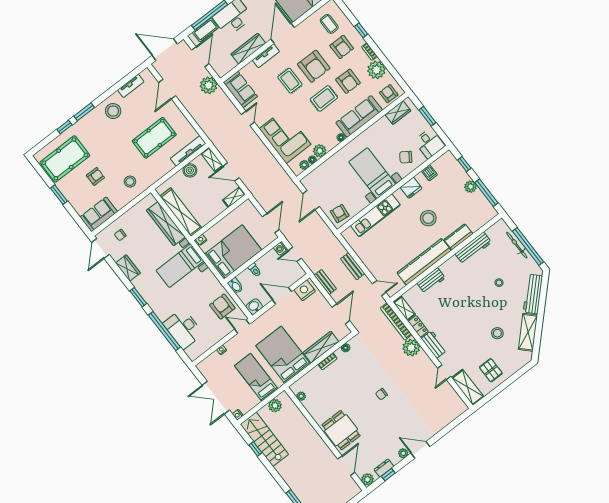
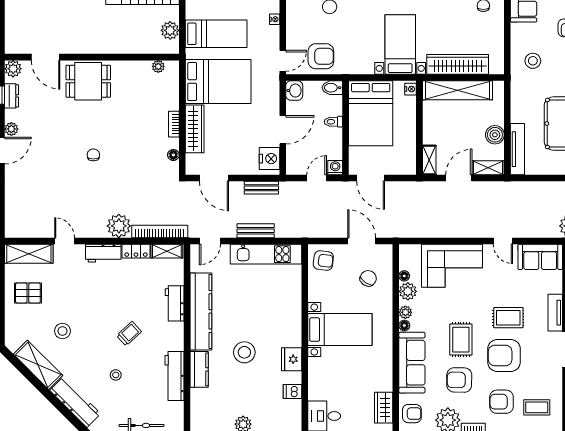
chair: (406, 157) -> (368, 278), moved
plant: (304, 165) -> (405, 312), moved
kitchen unit: (375, 215) -> (266, 254), moved, turned -90
trolley: (469, 293) -> (129, 334), added

